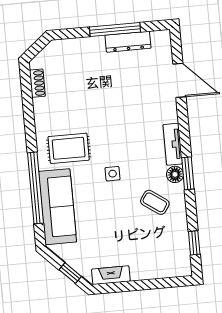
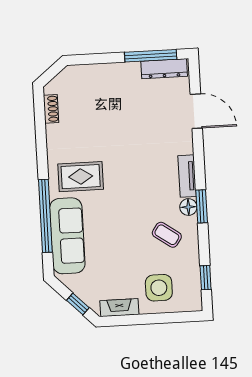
window: (115, 29) -> (151, 56), moved
dresser: (128, 42) -> (164, 69), moved
side table: (113, 174) -> (159, 288), moved, width x1.87, depth x1.87

